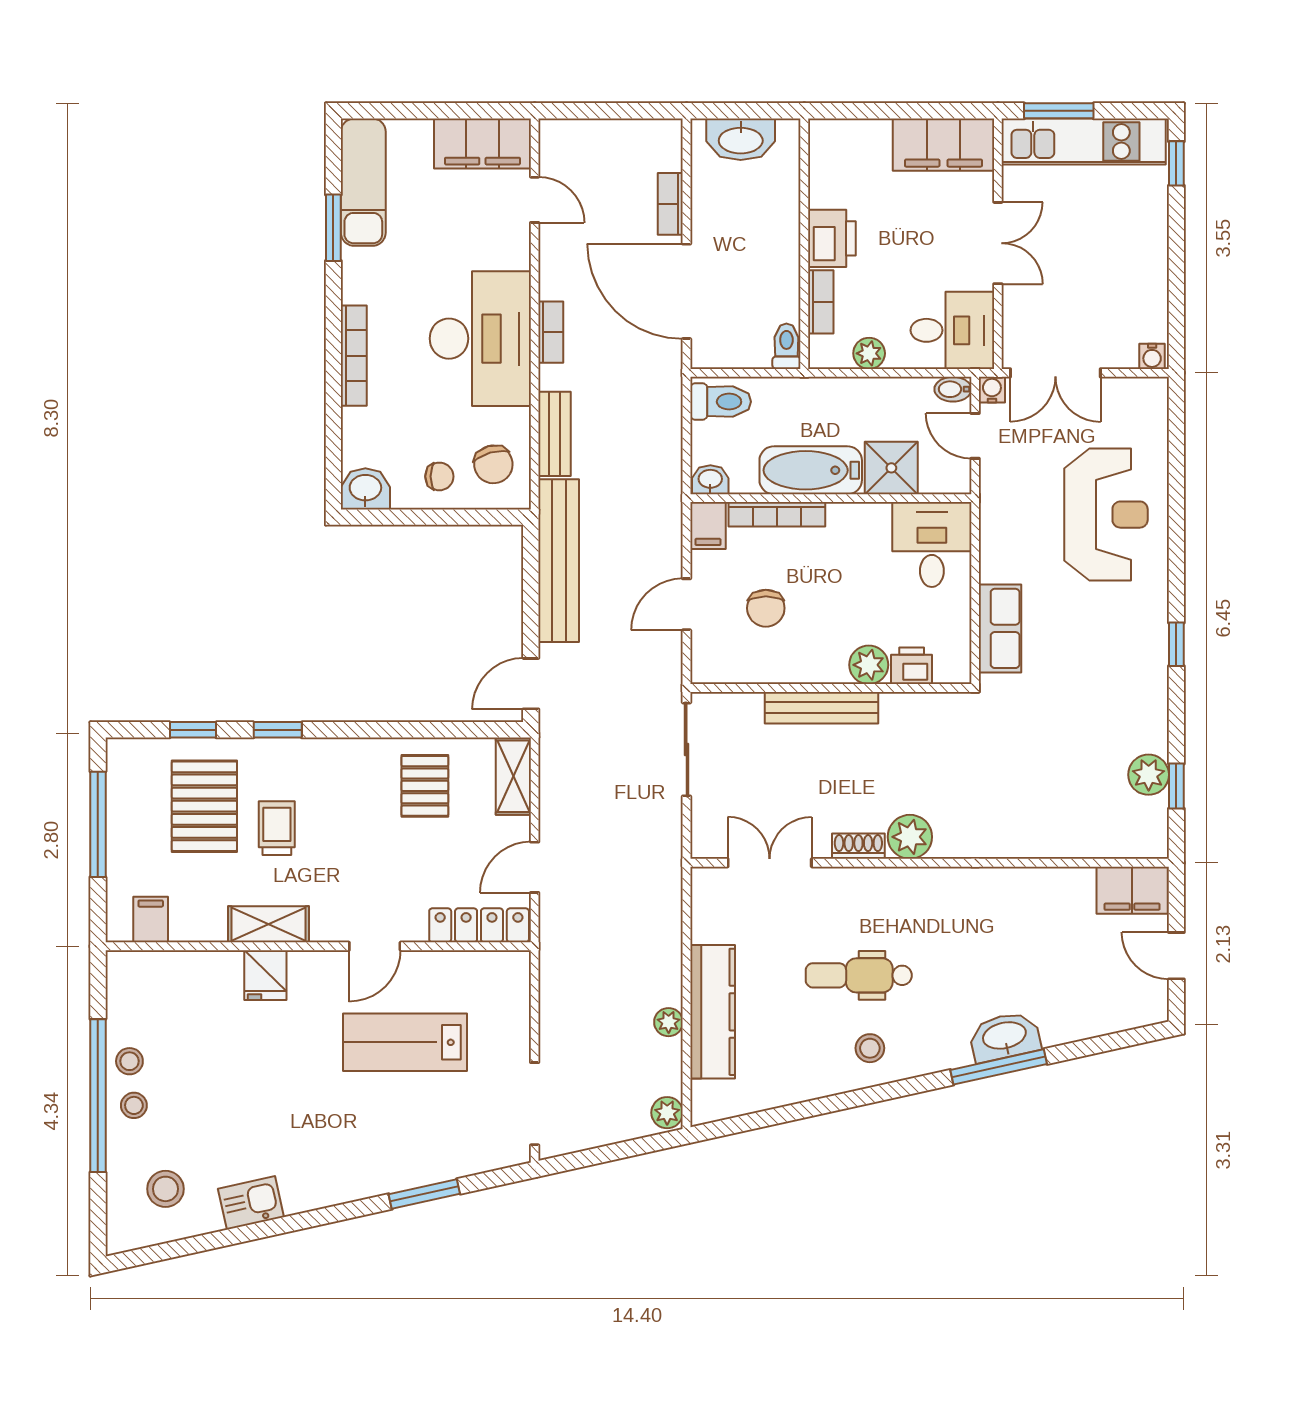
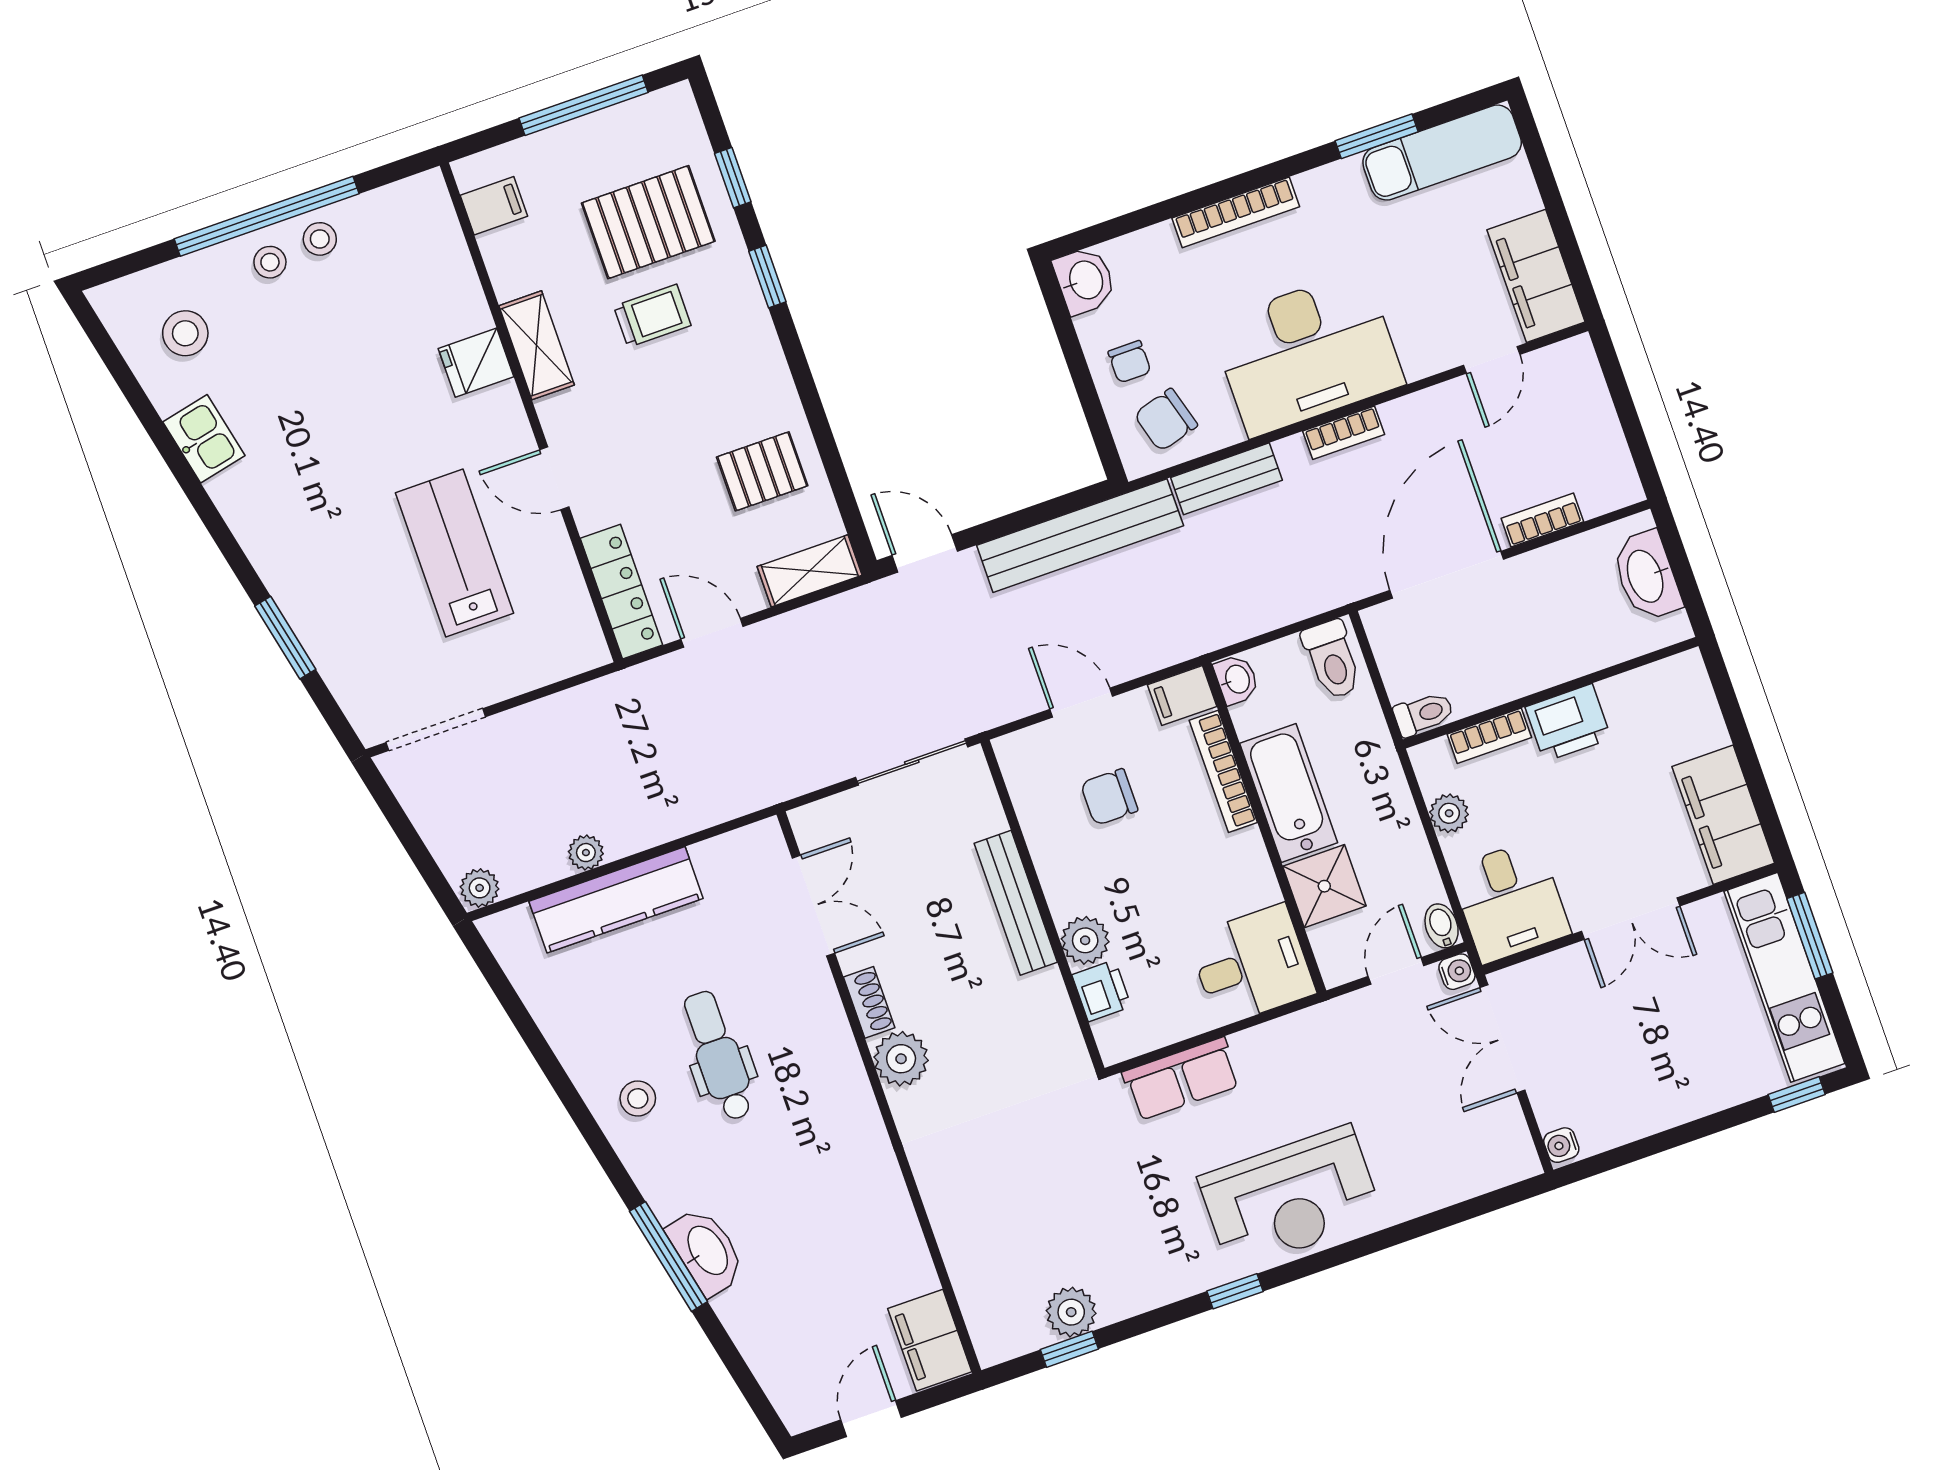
reception desk: (1106, 515) -> (1291, 1198), moved

